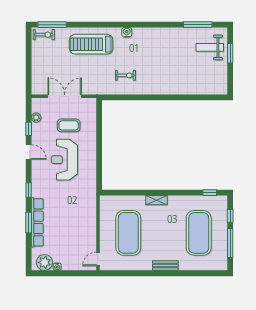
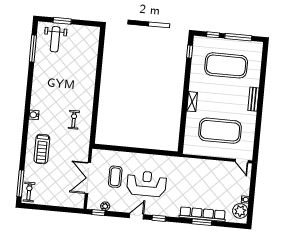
treadmill: (91, 44) -> (42, 149), width x0.73, depth x0.73
window: (29, 129) -> (98, 213), moved
reception desk: (64, 160) -> (147, 184), turned 180
window: (29, 190) -> (159, 218), moved

